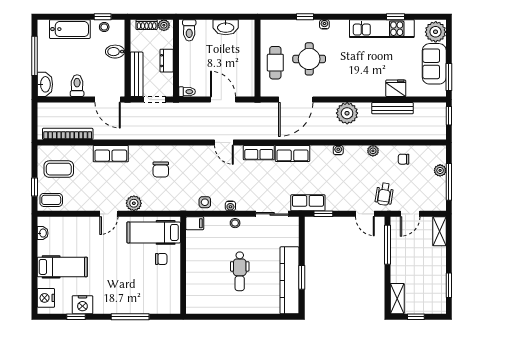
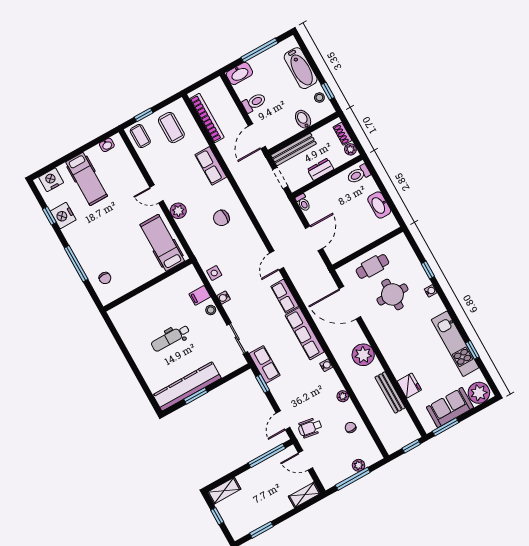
row of seats: (292, 153) -> (305, 334), width x1.48
filing cabinet: (195, 223) -> (200, 295), moved, turned 90
chair: (161, 259) -> (105, 278), moved

